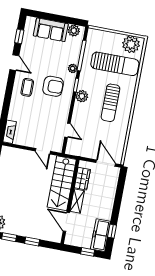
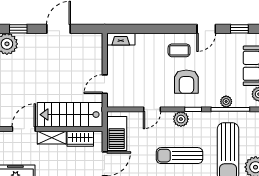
plant: (73, 68) -> (226, 102), moved
door: (67, 130) -> (152, 109), moved
barbecue: (84, 149) -> (117, 133), added

